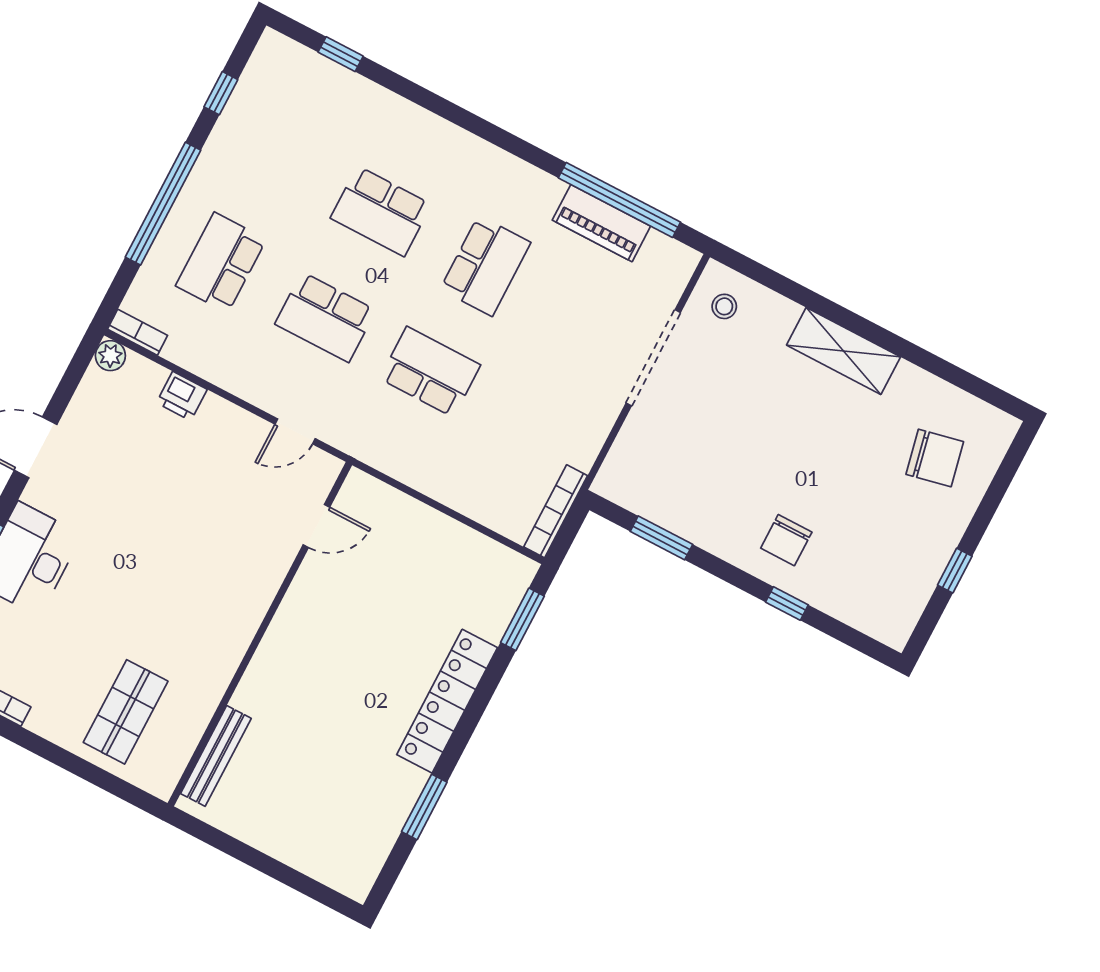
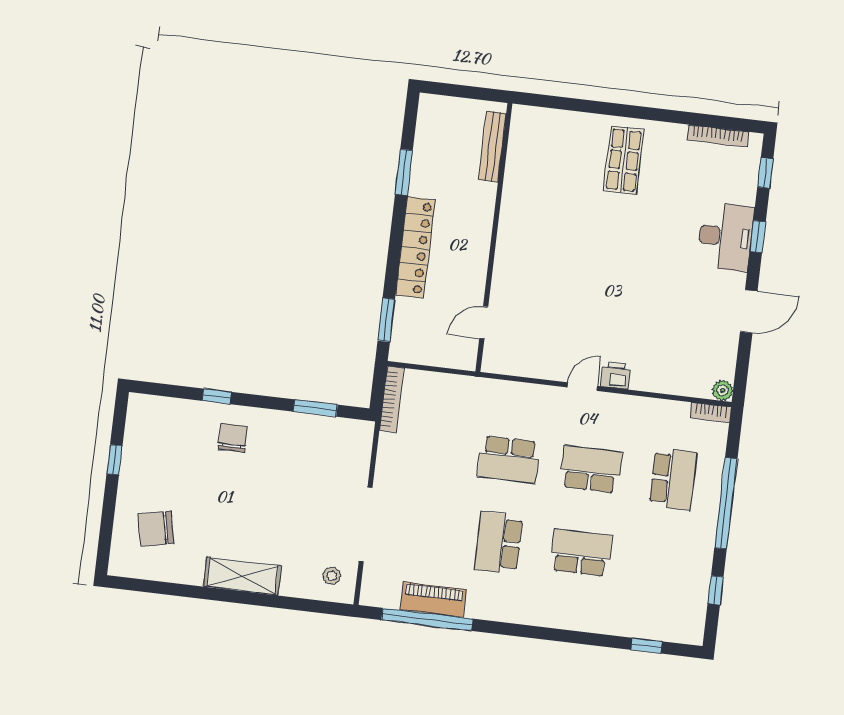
printer: (182, 396) -> (616, 376), moved
door: (316, 526) -> (484, 323), moved
wall: (260, 634) -> (494, 237), moved
bench: (216, 756) -> (492, 147), moved

